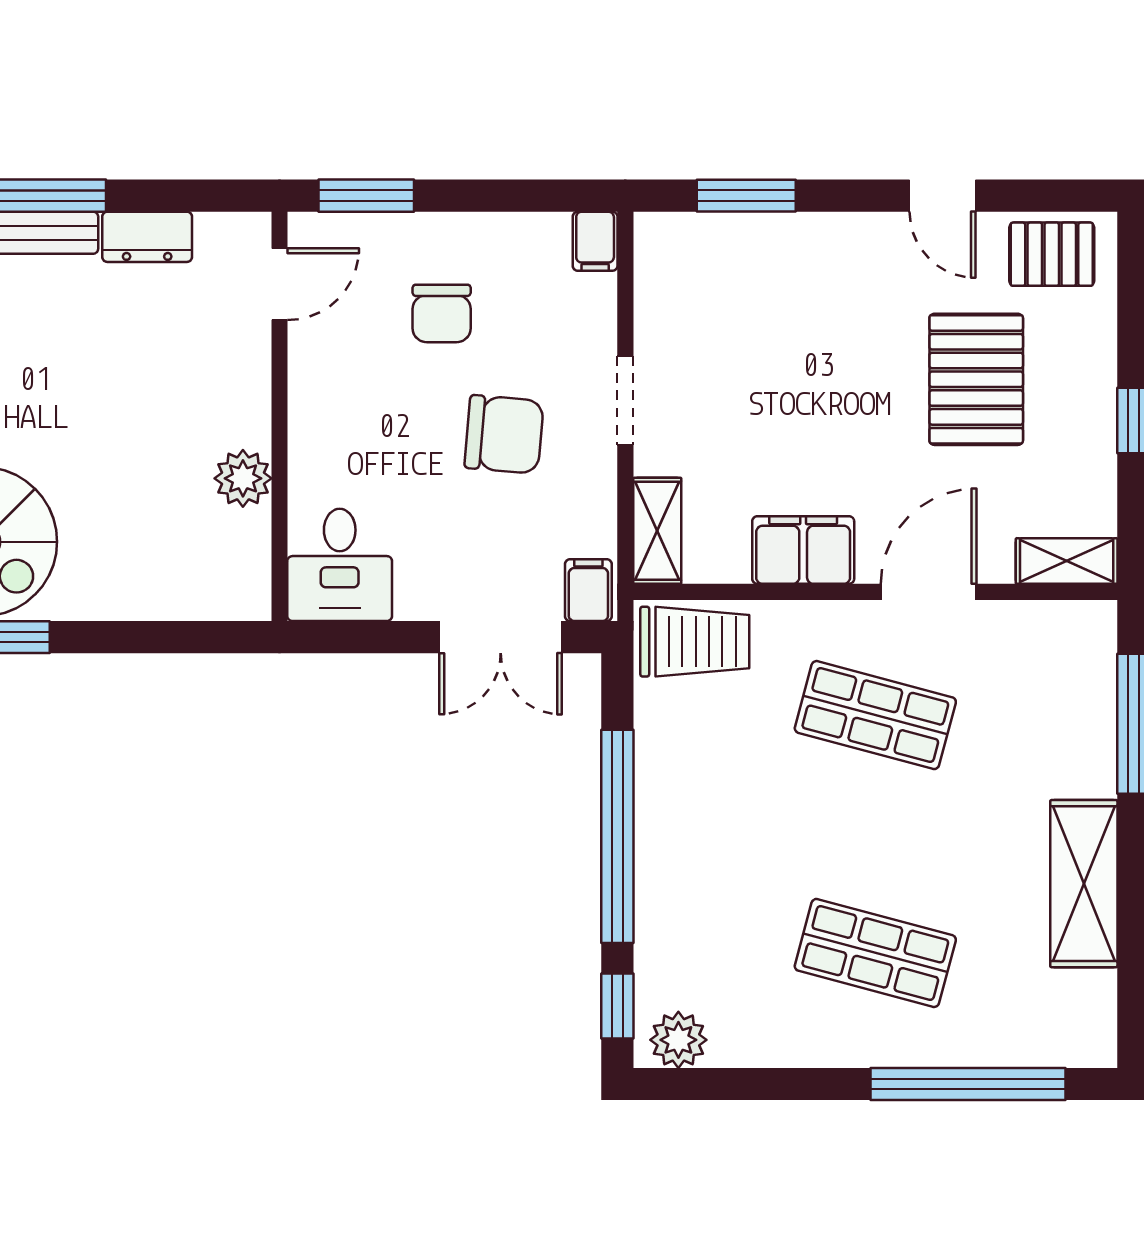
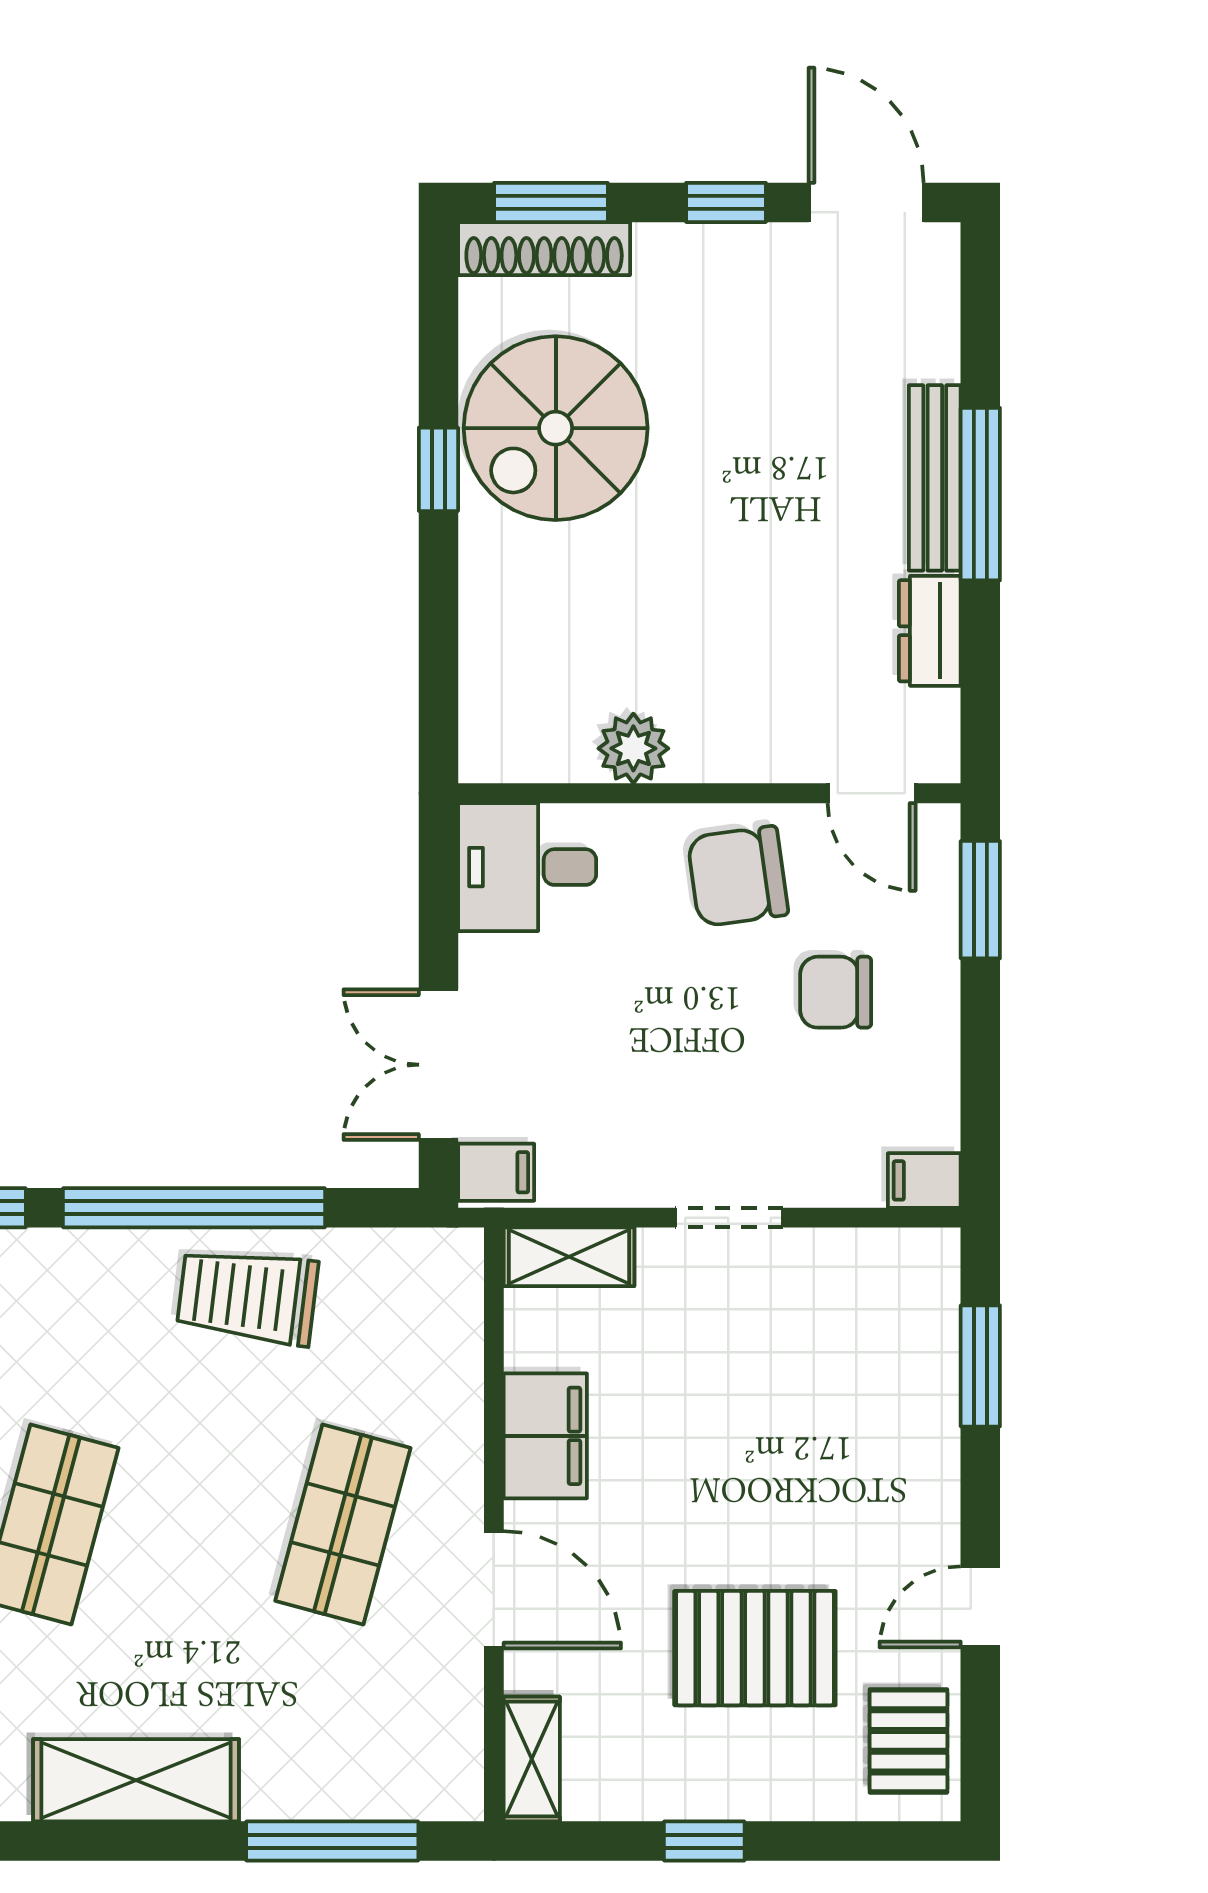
chair: (504, 434) -> (738, 876), moved, turned 77
trolley: (695, 642) -> (248, 1296), moved, turned 97

